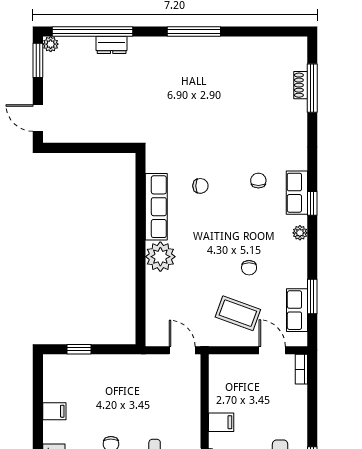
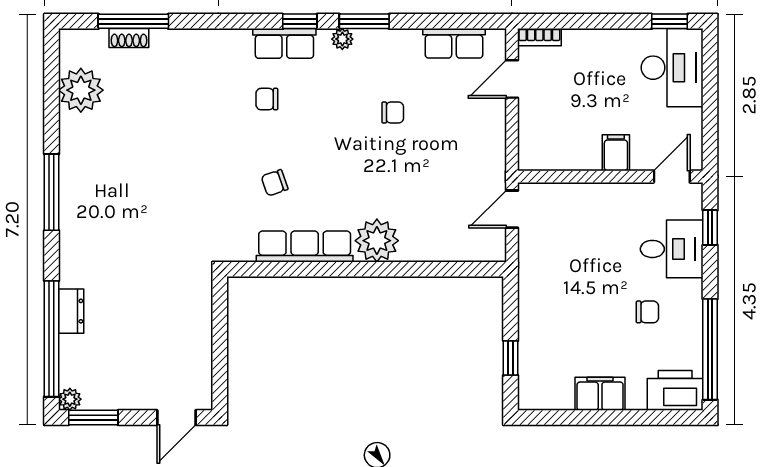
plant: (264, 52) -> (81, 90), added
chair: (200, 186) -> (275, 183), turned -109
window: (312, 296) -> (364, 21), moved
coffee table: (238, 313) -> (459, 129), removed
filing cabinet: (54, 411) -> (600, 394), width x2.00

